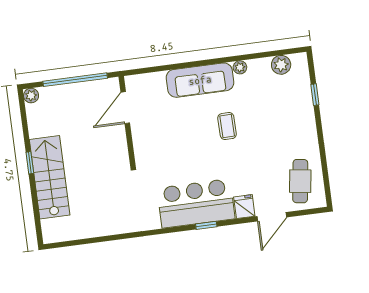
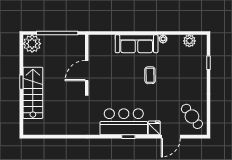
plant: (31, 96) -> (32, 44), width x1.87, depth x1.87
door: (125, 108) -> (87, 71), moved
cafe table: (300, 181) -> (192, 116), turned -45

